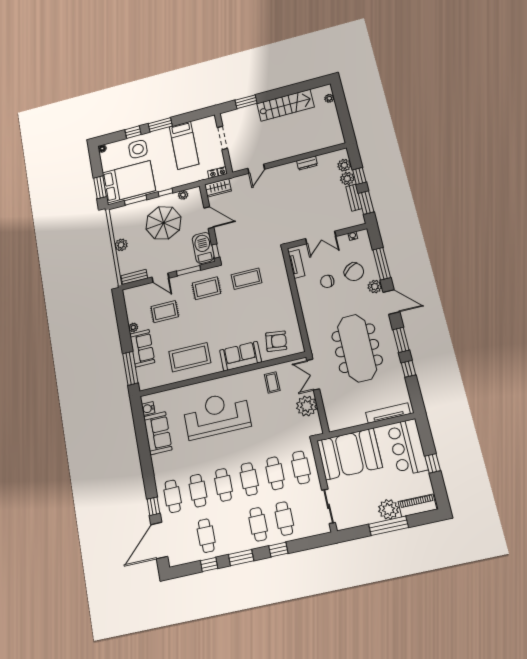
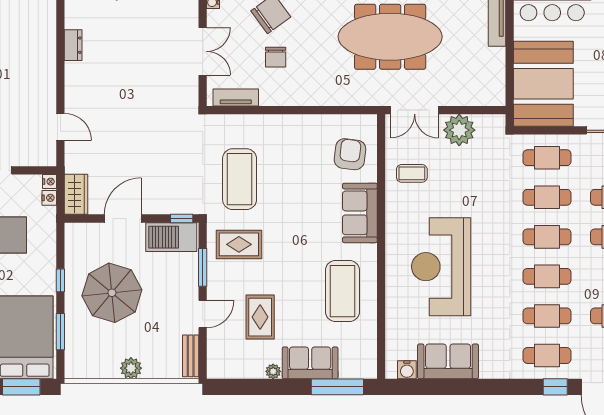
plant: (183, 195) -> (73, 253), removed
coffee table: (247, 279) -> (240, 179), width x1.36, depth x1.32
rug: (206, 288) -> (239, 244), turned 90

